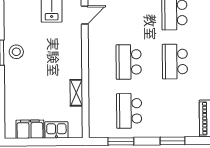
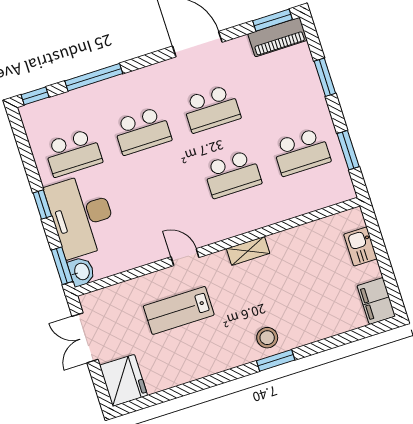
shelving: (76, 93) -> (248, 251), moved
filing cabinet: (30, 129) -> (376, 301), moved

